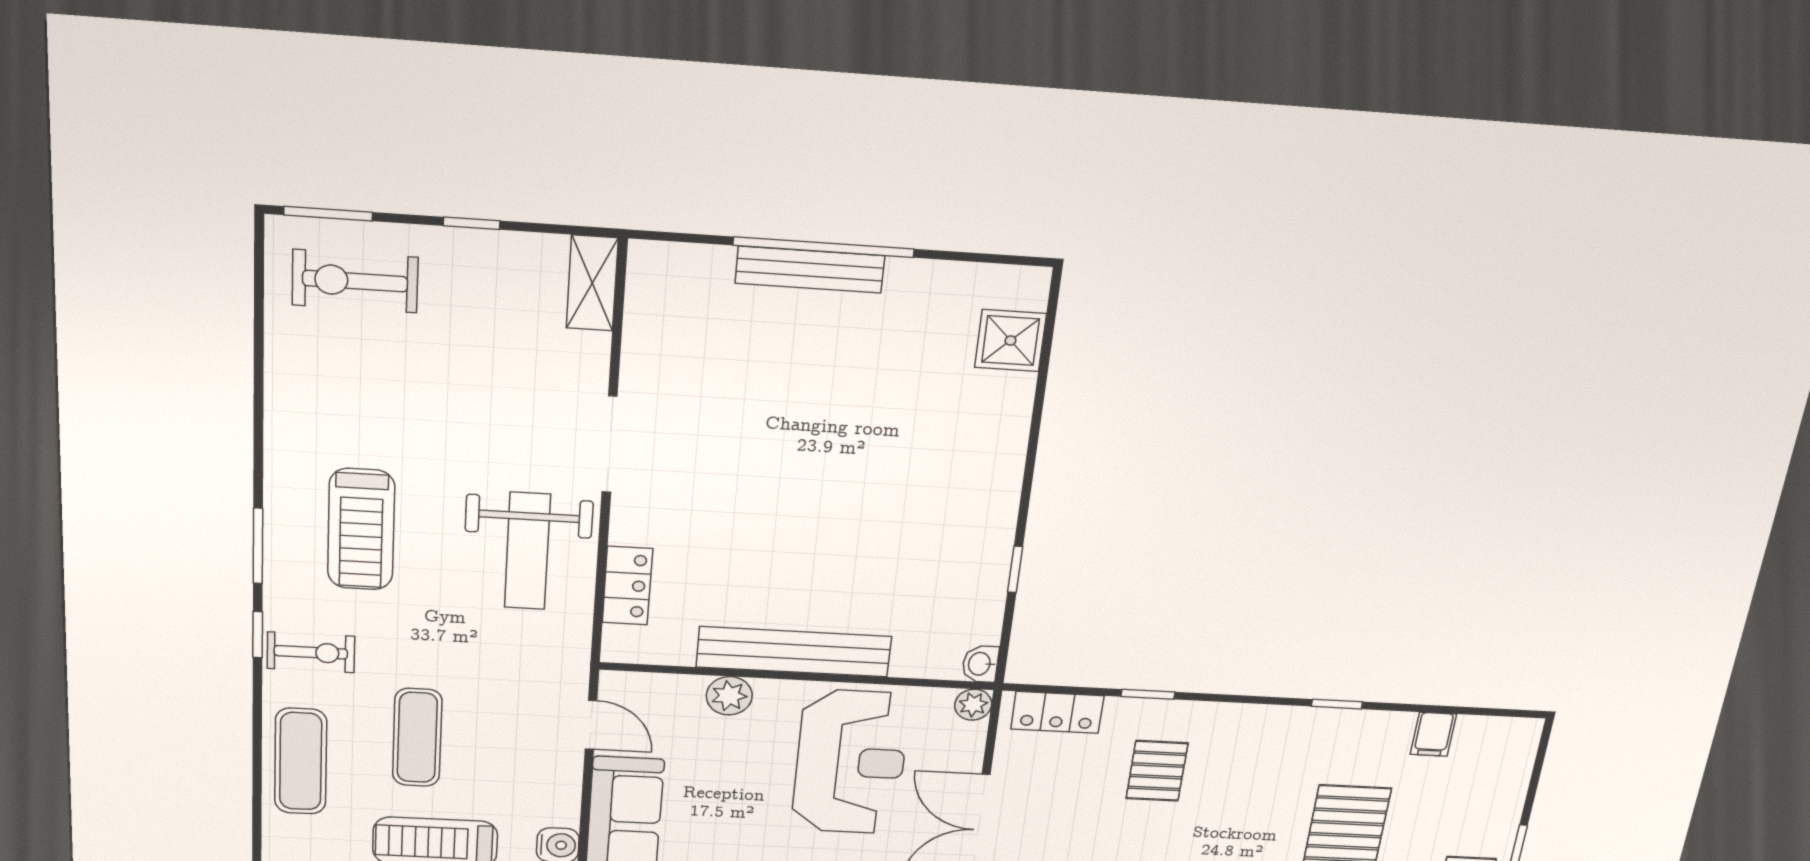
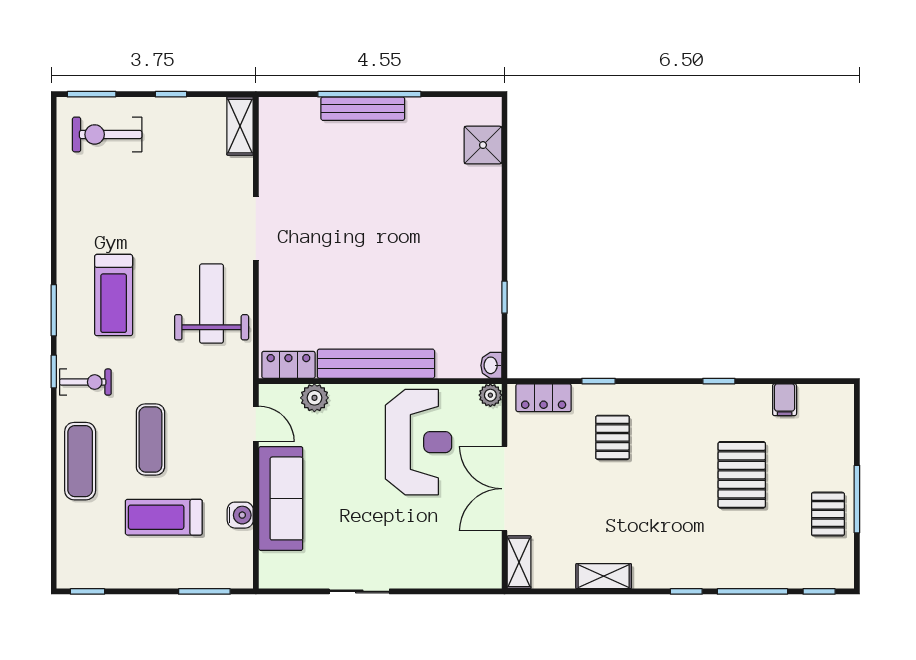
weight bench: (527, 551) -> (212, 304), turned 180
locker: (627, 586) -> (288, 365), moved, turned -90
plant: (729, 696) -> (314, 398), moved

